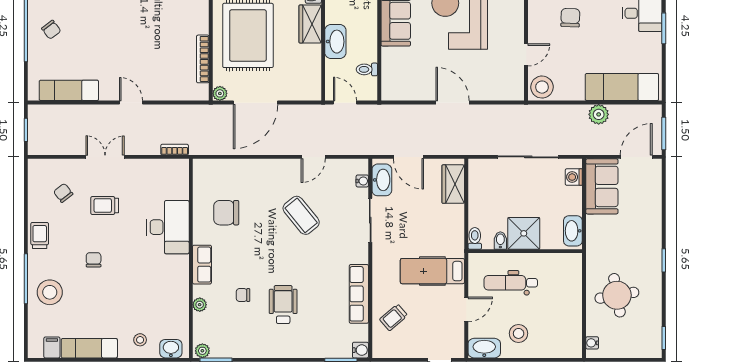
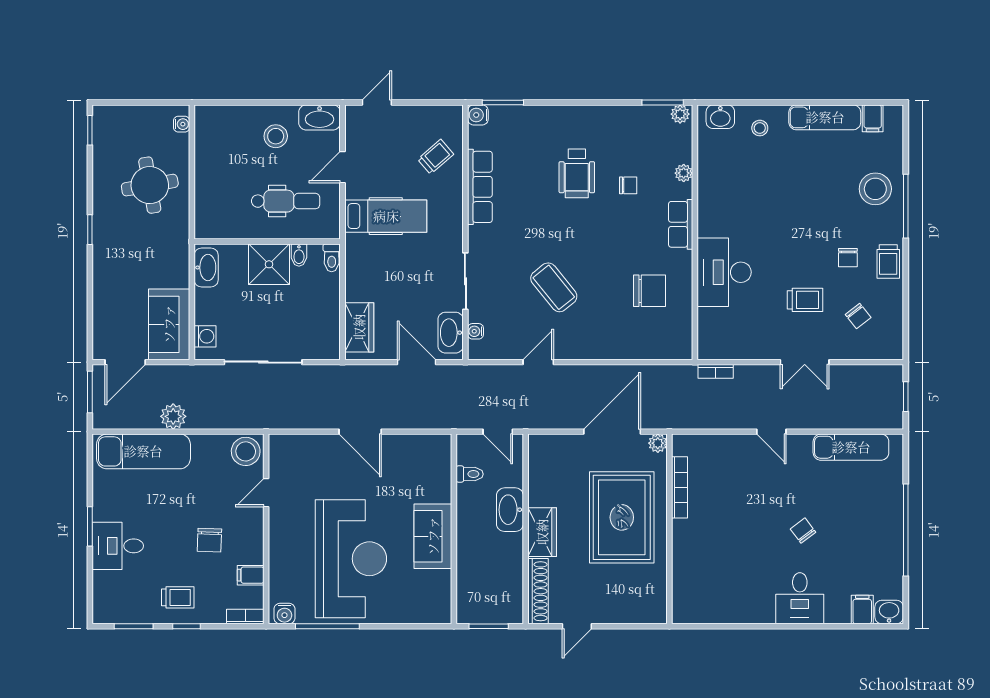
chair: (51, 30) -> (803, 531), moved
chair: (94, 260) -> (848, 258), moved

